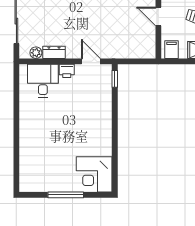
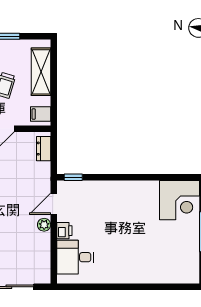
dresser: (54, 52) -> (44, 149), moved
plant: (36, 53) -> (44, 225), moved

